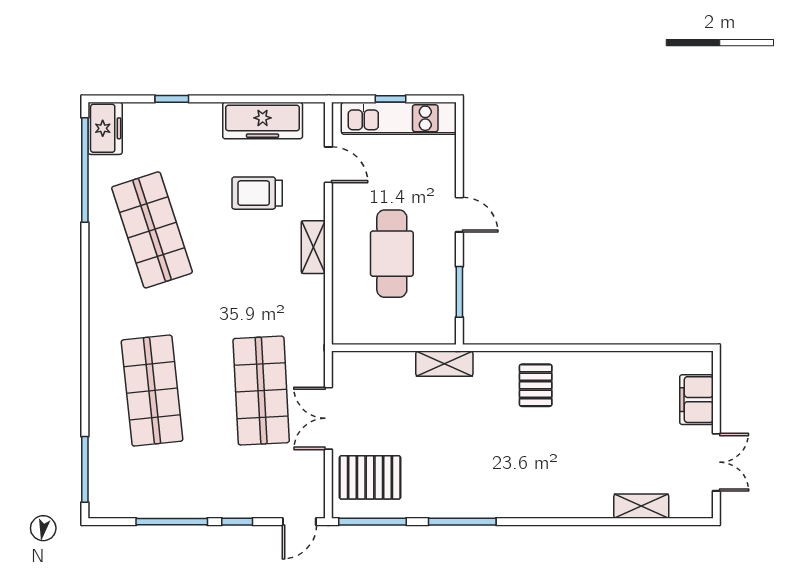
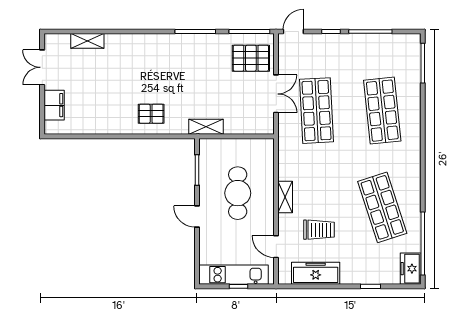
pallet: (536, 385) -> (151, 114), turned 90

